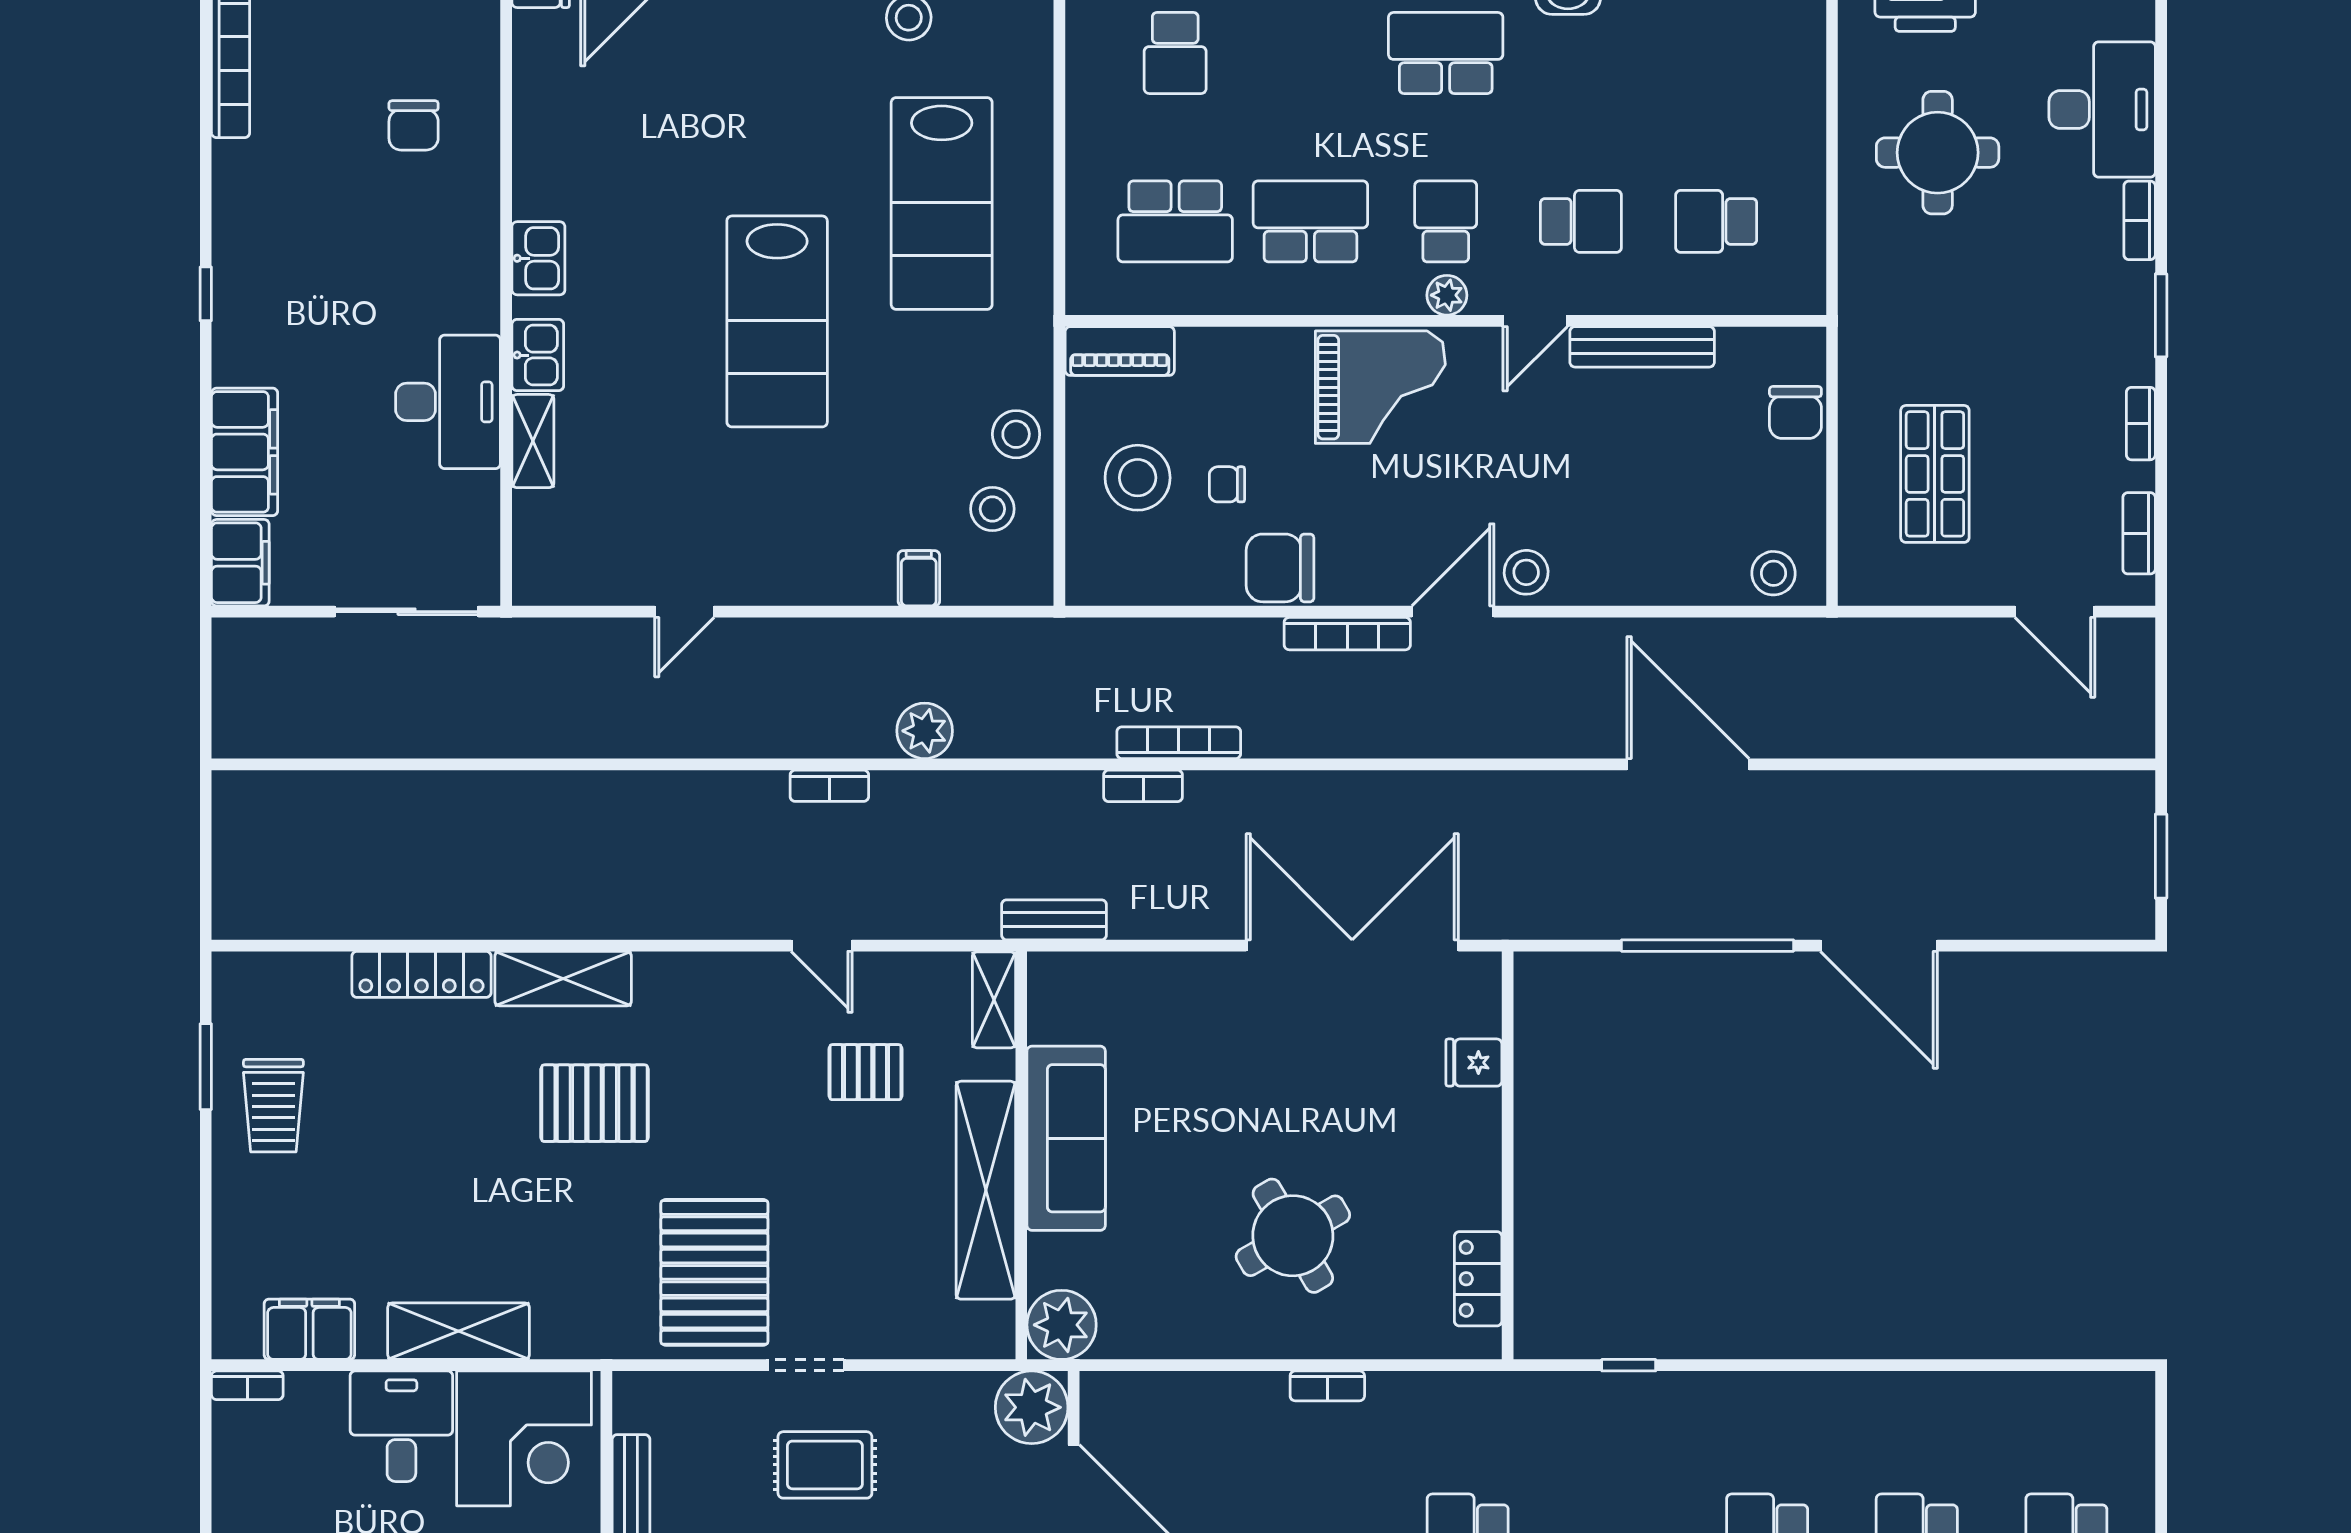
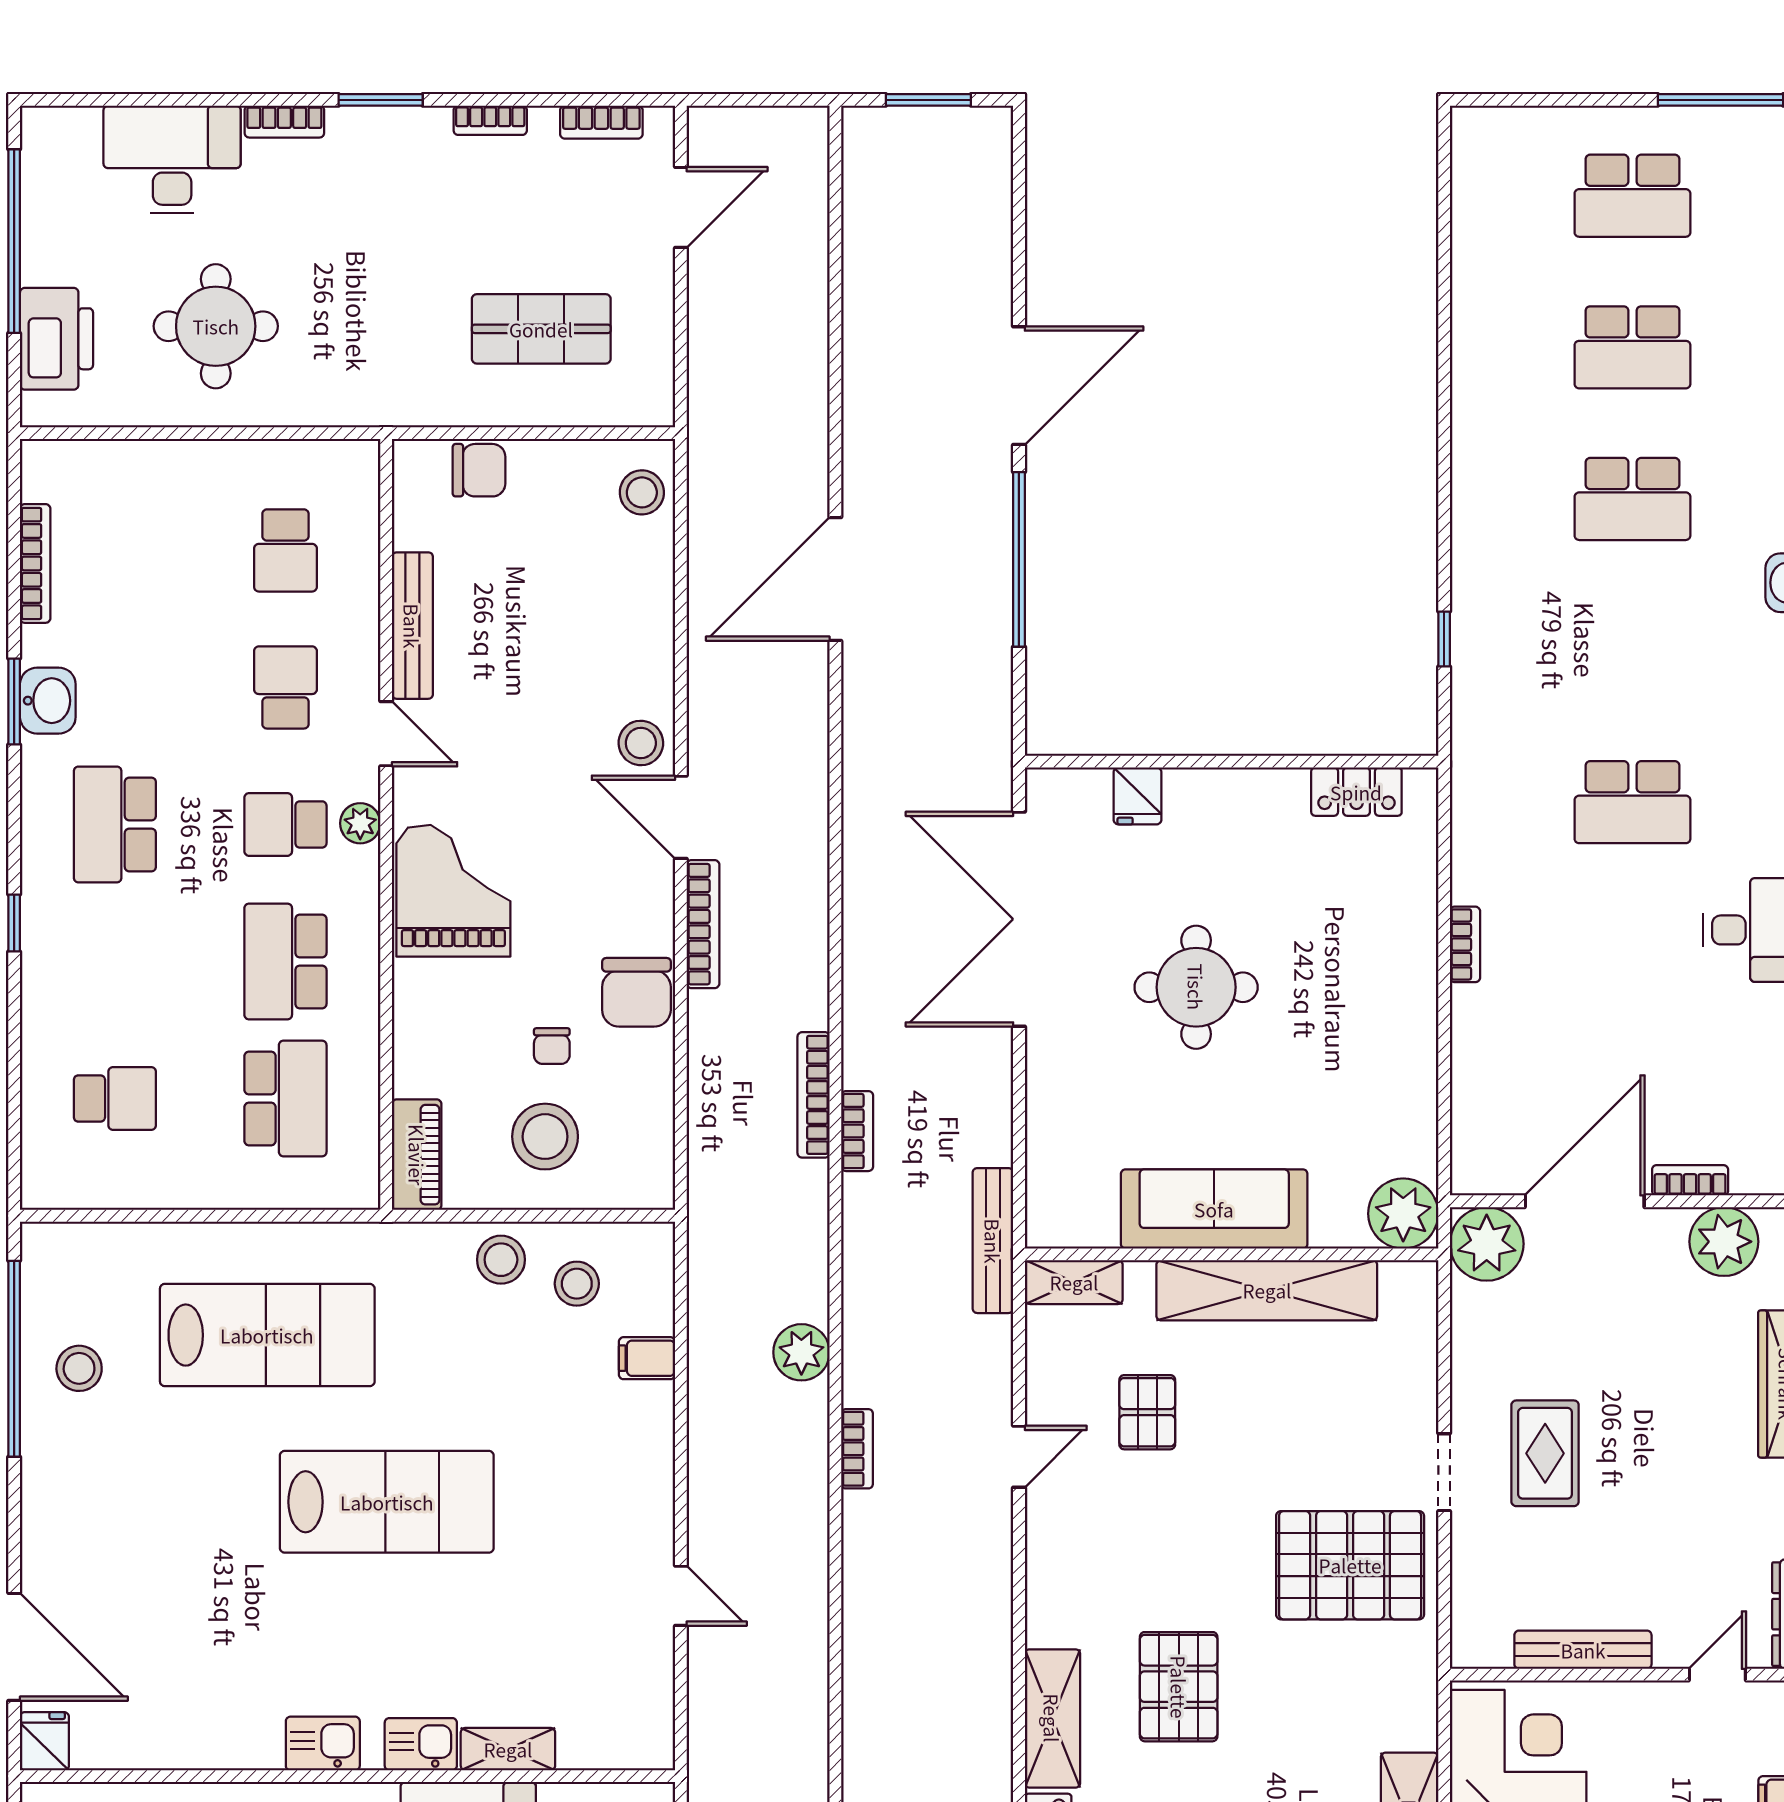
bench: (1054, 920) -> (993, 1241), width x1.36
round table: (1293, 1236) -> (1196, 987), moved, turned 30

